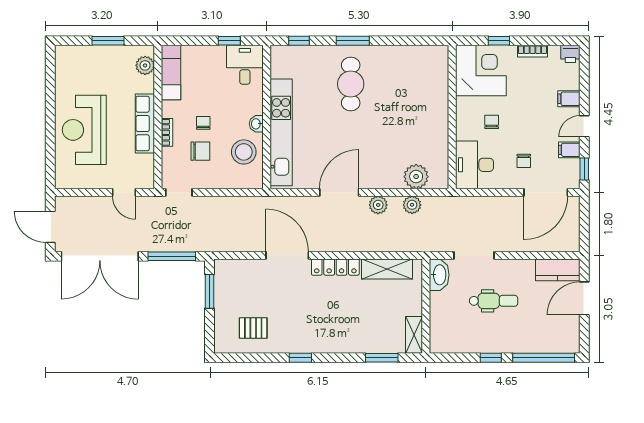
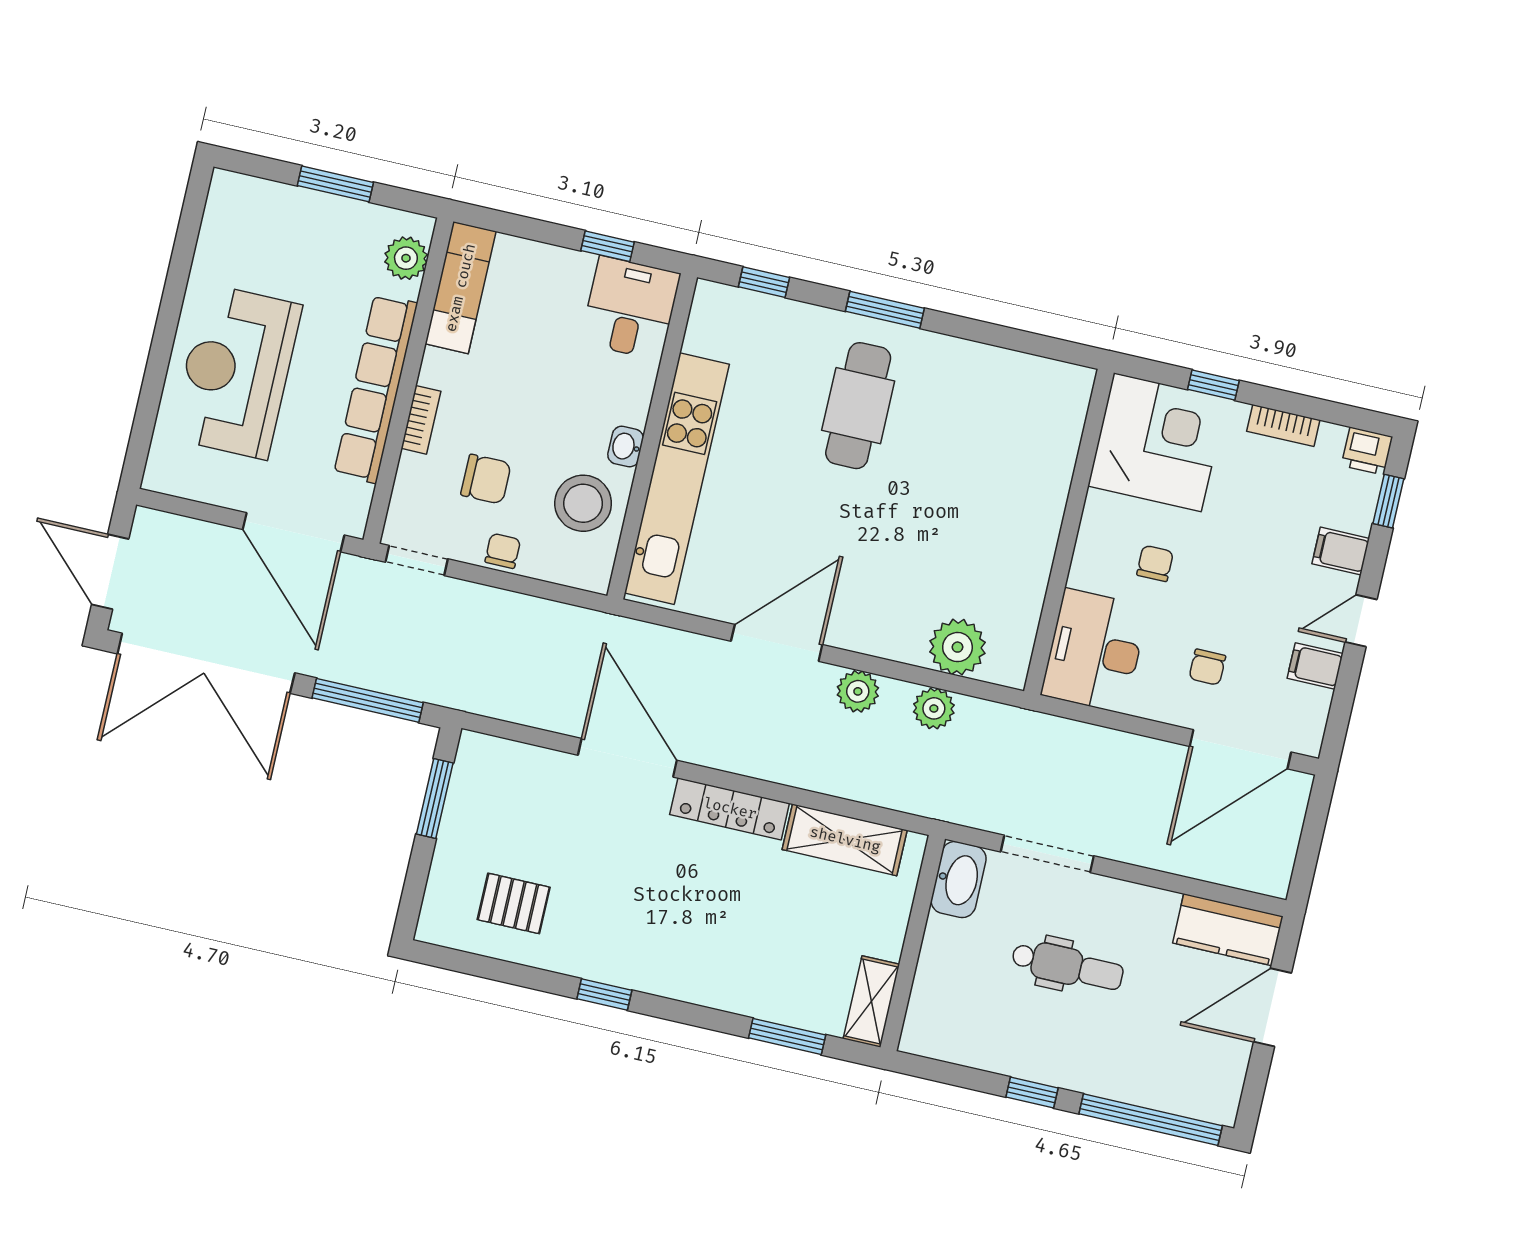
row of seats: (145, 123) -> (376, 388), width x1.36
chair: (203, 123) -> (503, 551), moved
window: (584, 169) -> (1388, 501), moved
door: (124, 192) -> (293, 532), width x1.88

